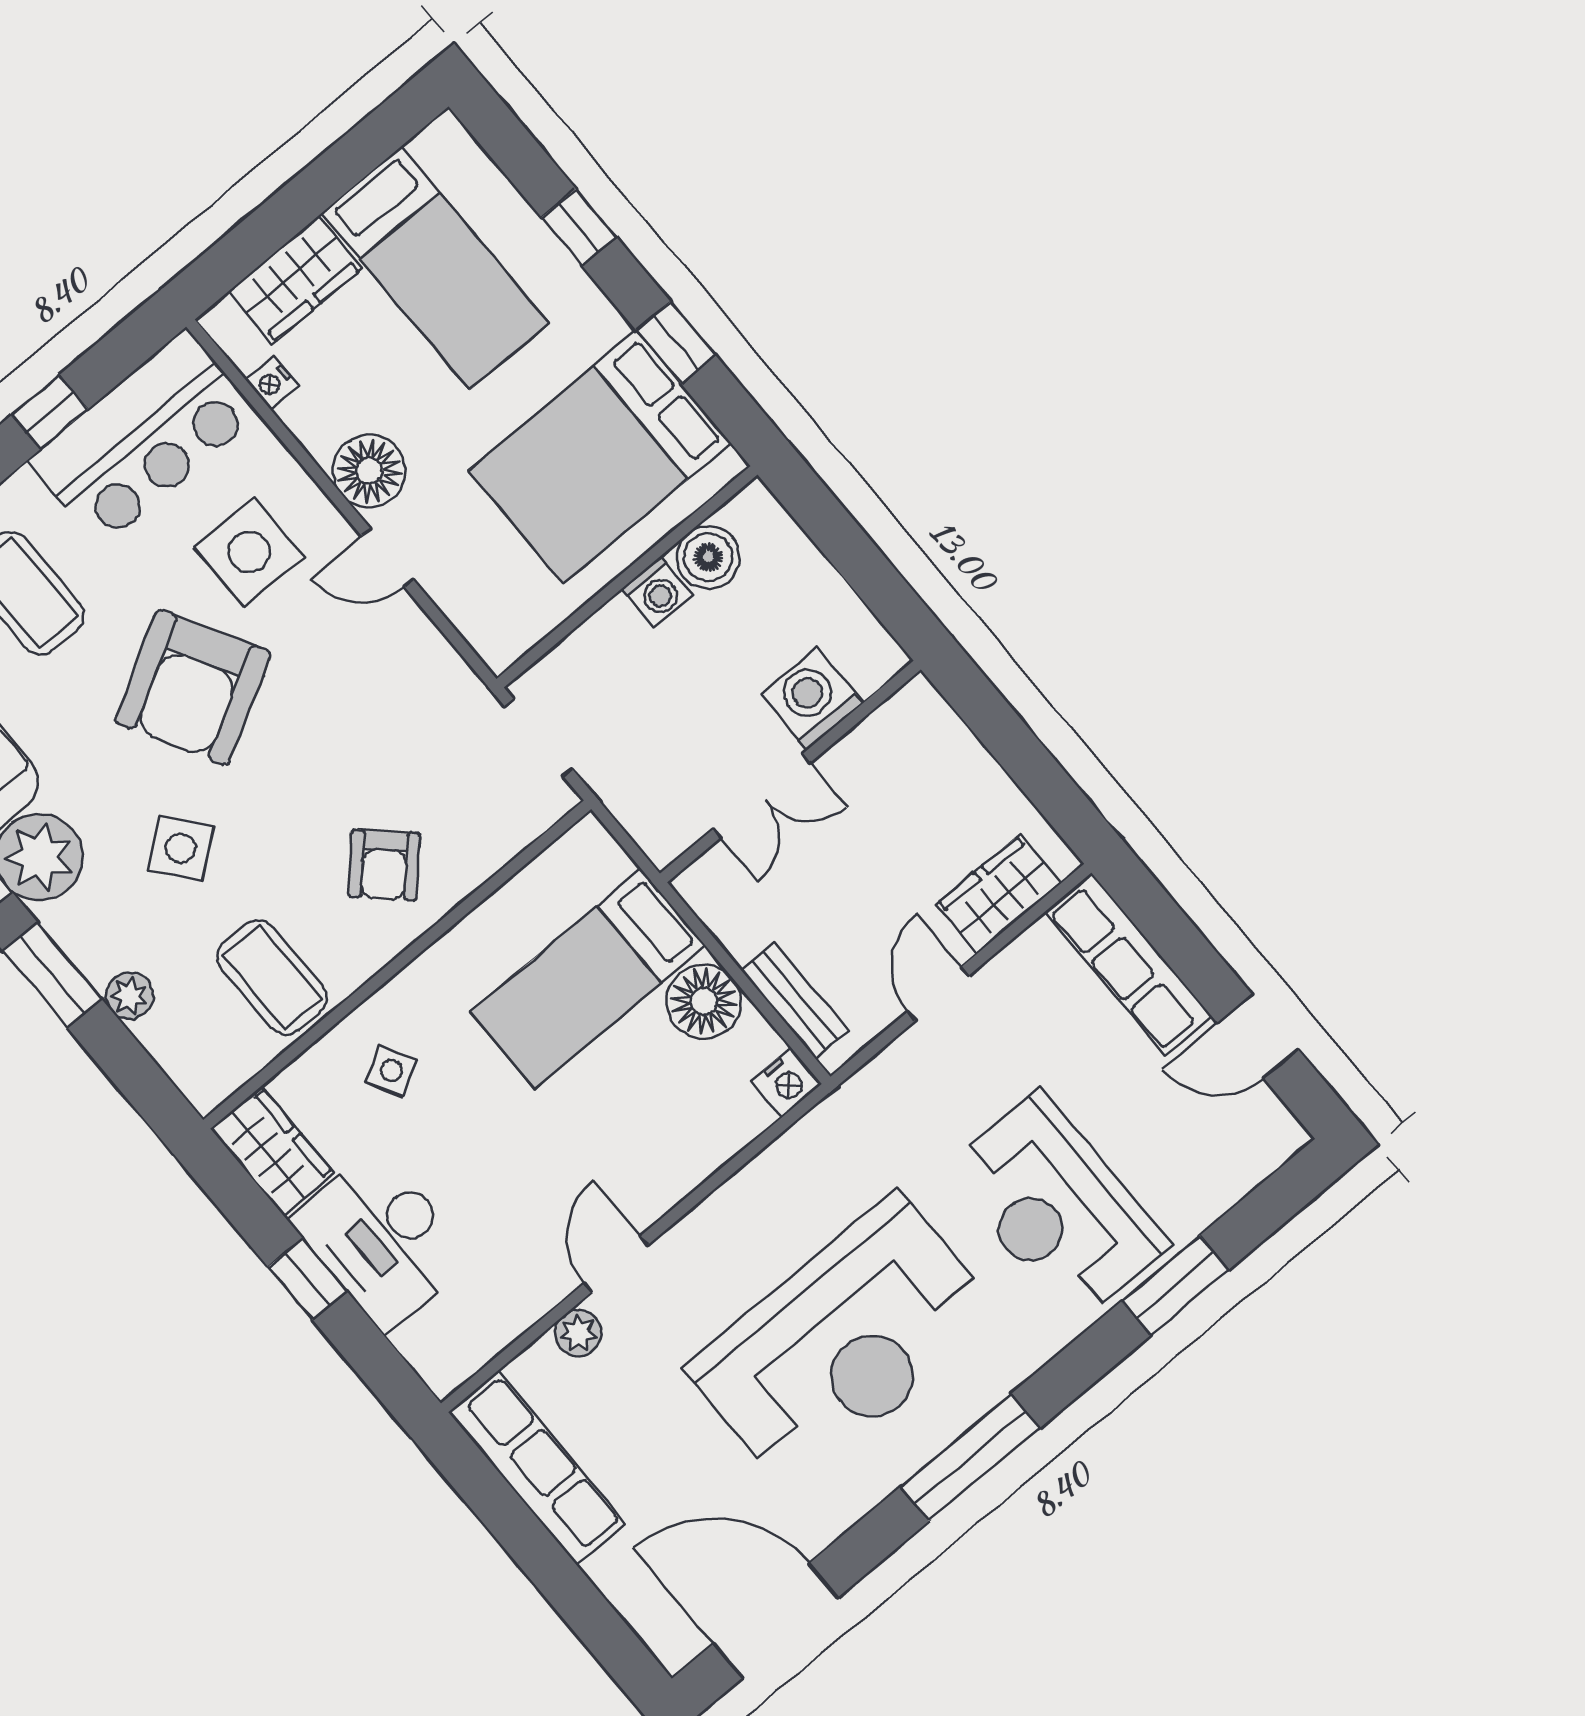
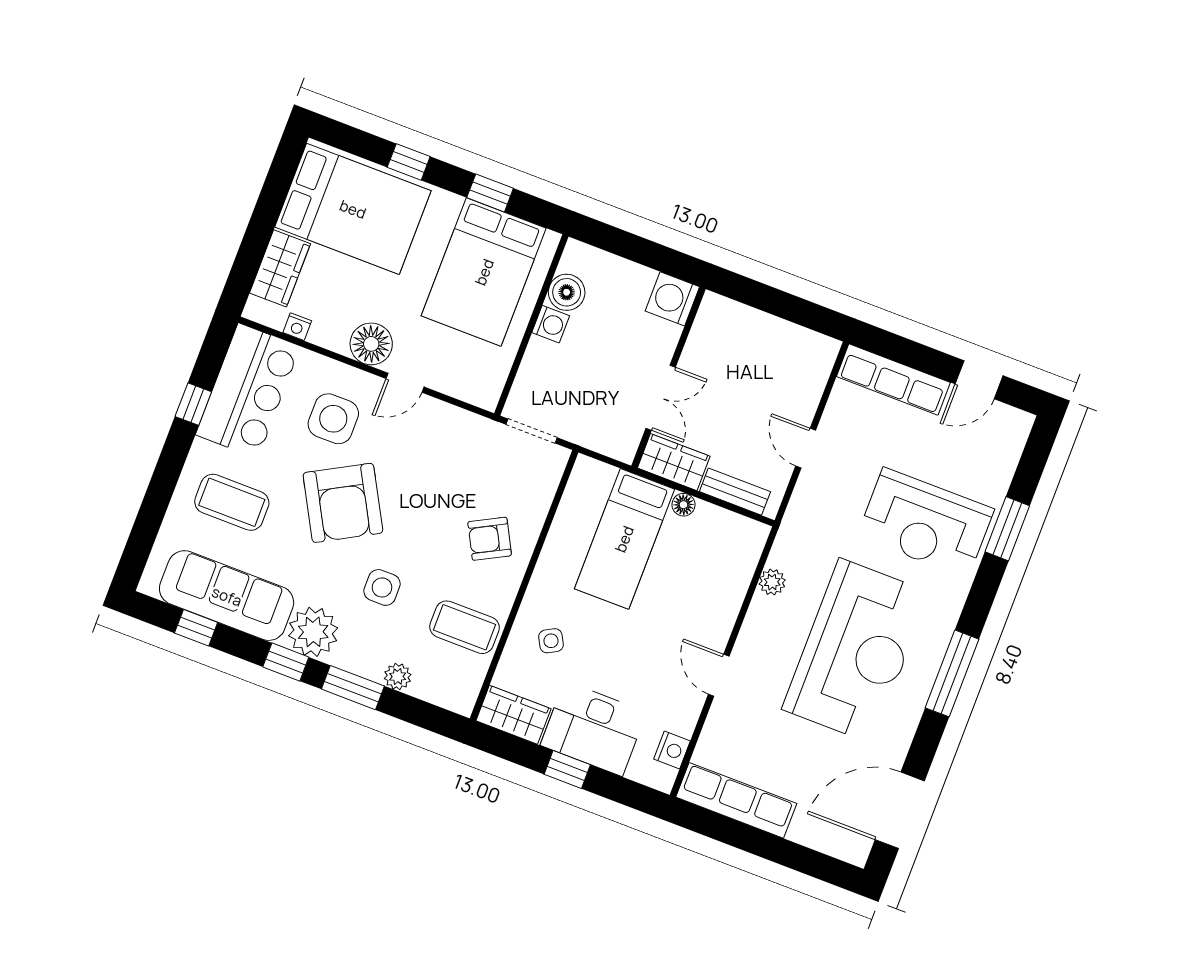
bed: (435, 268) -> (353, 209), width x1.50
washing machine: (812, 698) -> (672, 299), moved
side table: (181, 848) -> (382, 587), turned 38
armchair: (384, 865) -> (490, 539), turned 109
wardrobe: (999, 894) -> (674, 462), moved, turned 90
floor lamp: (704, 1001) -> (683, 505), width x0.53, depth x0.53
nightstand: (786, 1082) -> (672, 750), moved
plant: (578, 1333) -> (772, 582), moved

